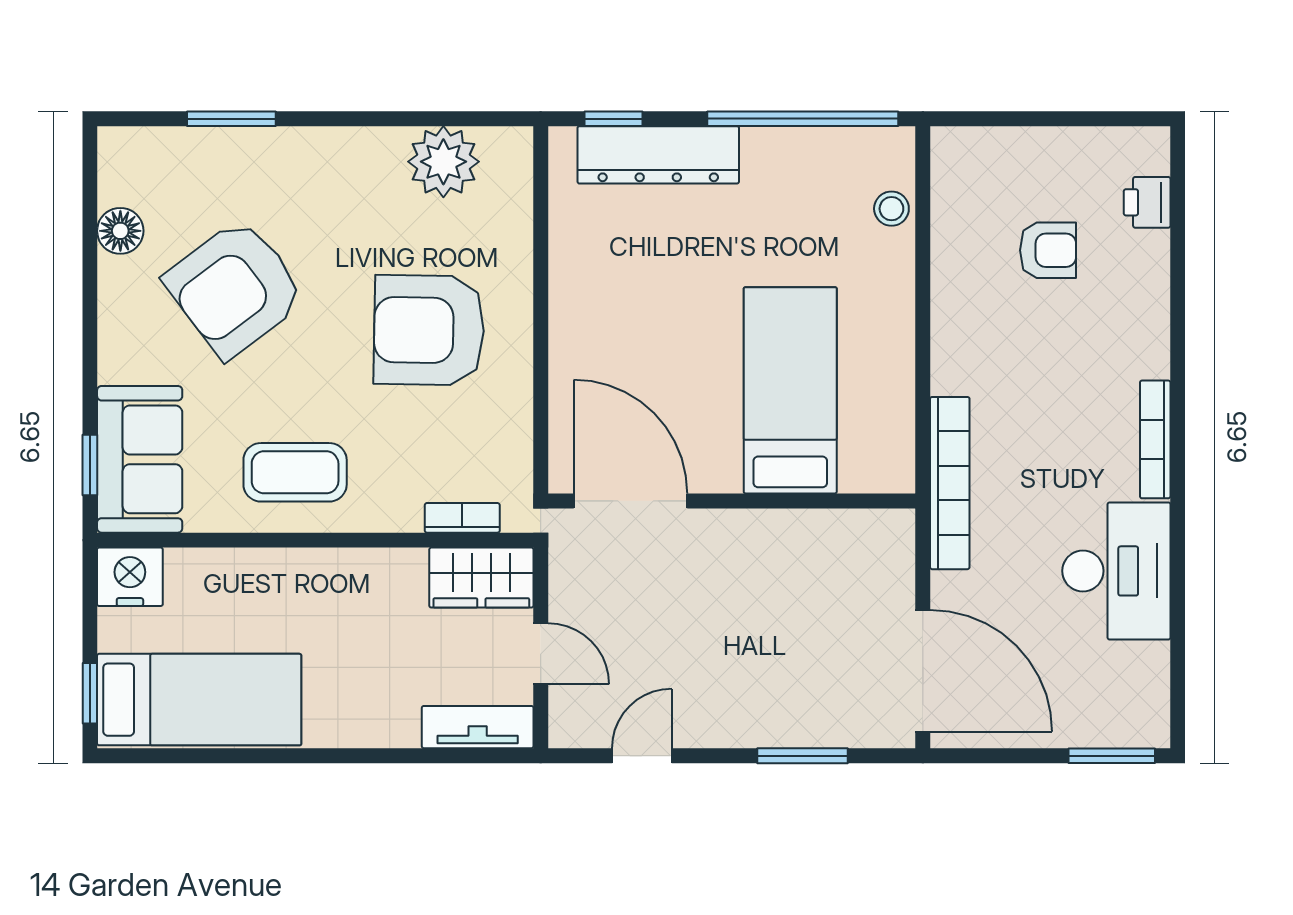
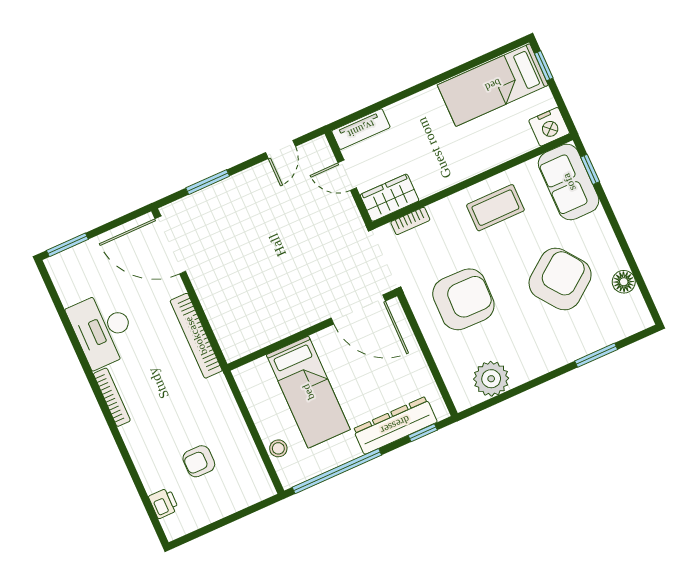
bed: (790, 390) -> (308, 392), moved
door: (630, 501) -> (358, 309), moved
wall: (732, 501) -> (312, 330), moved

